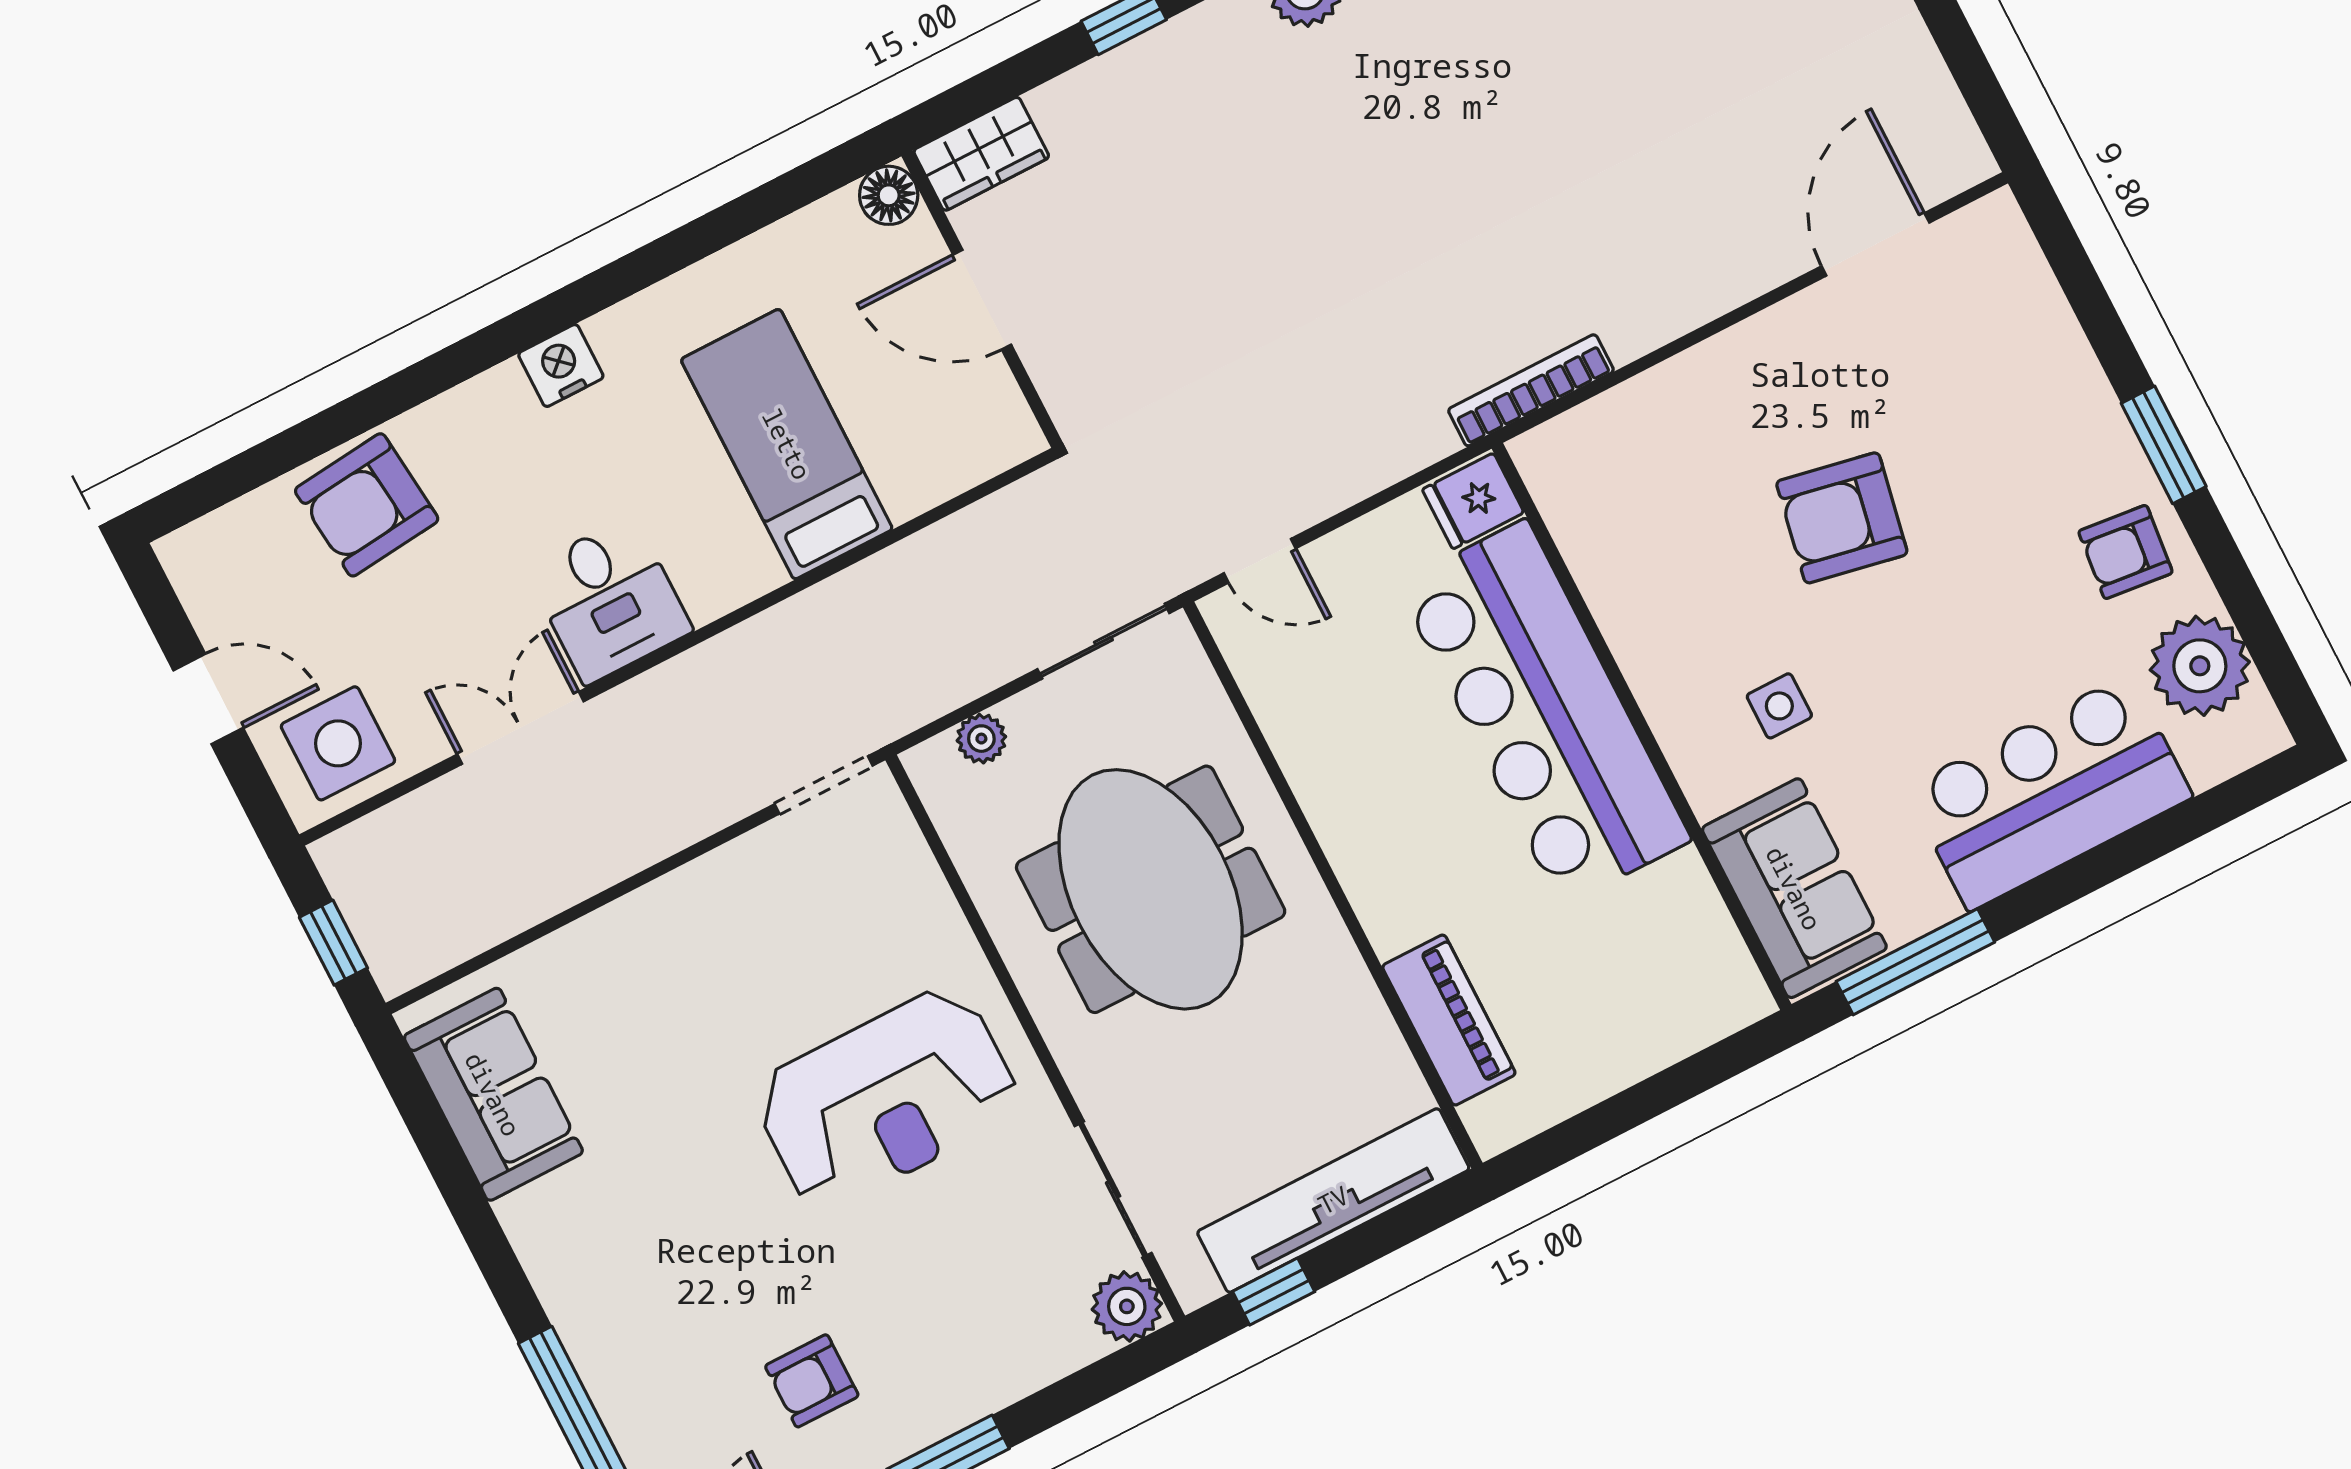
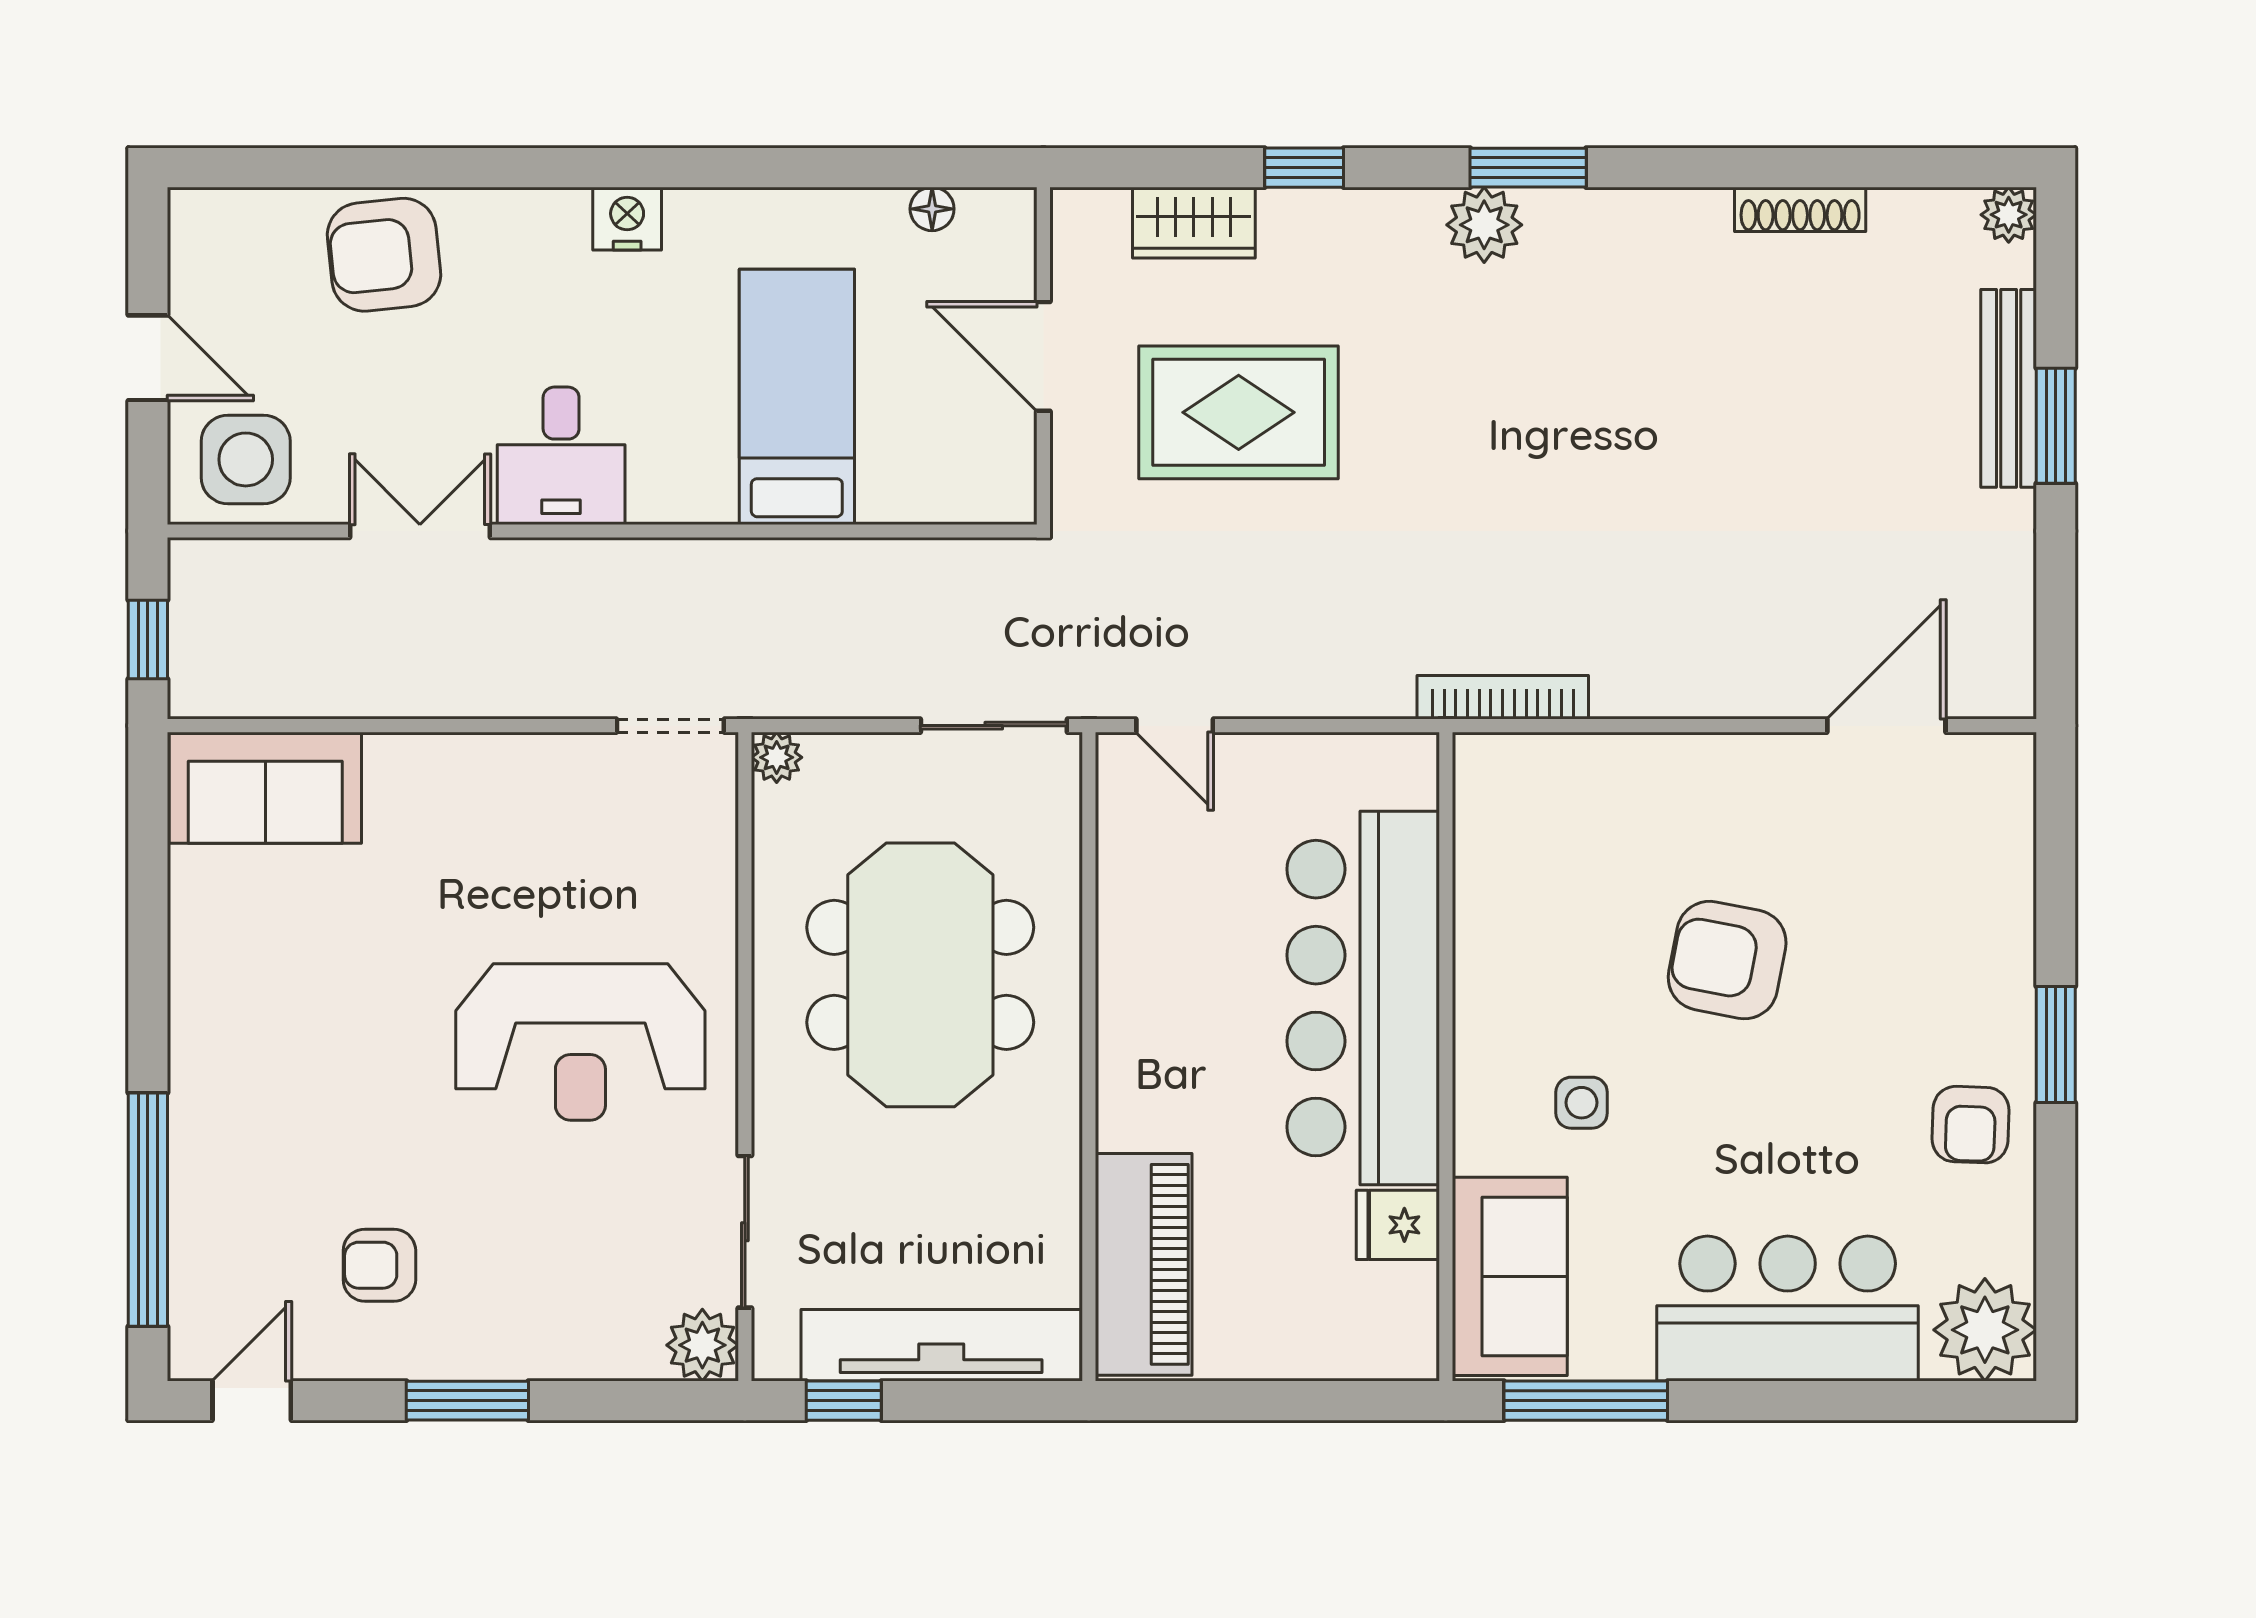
wardrobe: (981, 154) -> (1194, 223), moved
floor lamp: (889, 195) -> (932, 209), moved, width x0.73, depth x0.73
rug: (1176, 261) -> (1239, 412), added
fridge: (1473, 501) -> (1398, 1225), moved
armchair: (2126, 552) -> (1971, 1125), turned -94
plant: (2200, 666) -> (1985, 1330), moved
plant: (981, 739) -> (777, 757), moved
piano: (1449, 1020) -> (1144, 1264), width x1.37, depth x1.33
sofa: (493, 1094) -> (265, 788), moved, turned 90

